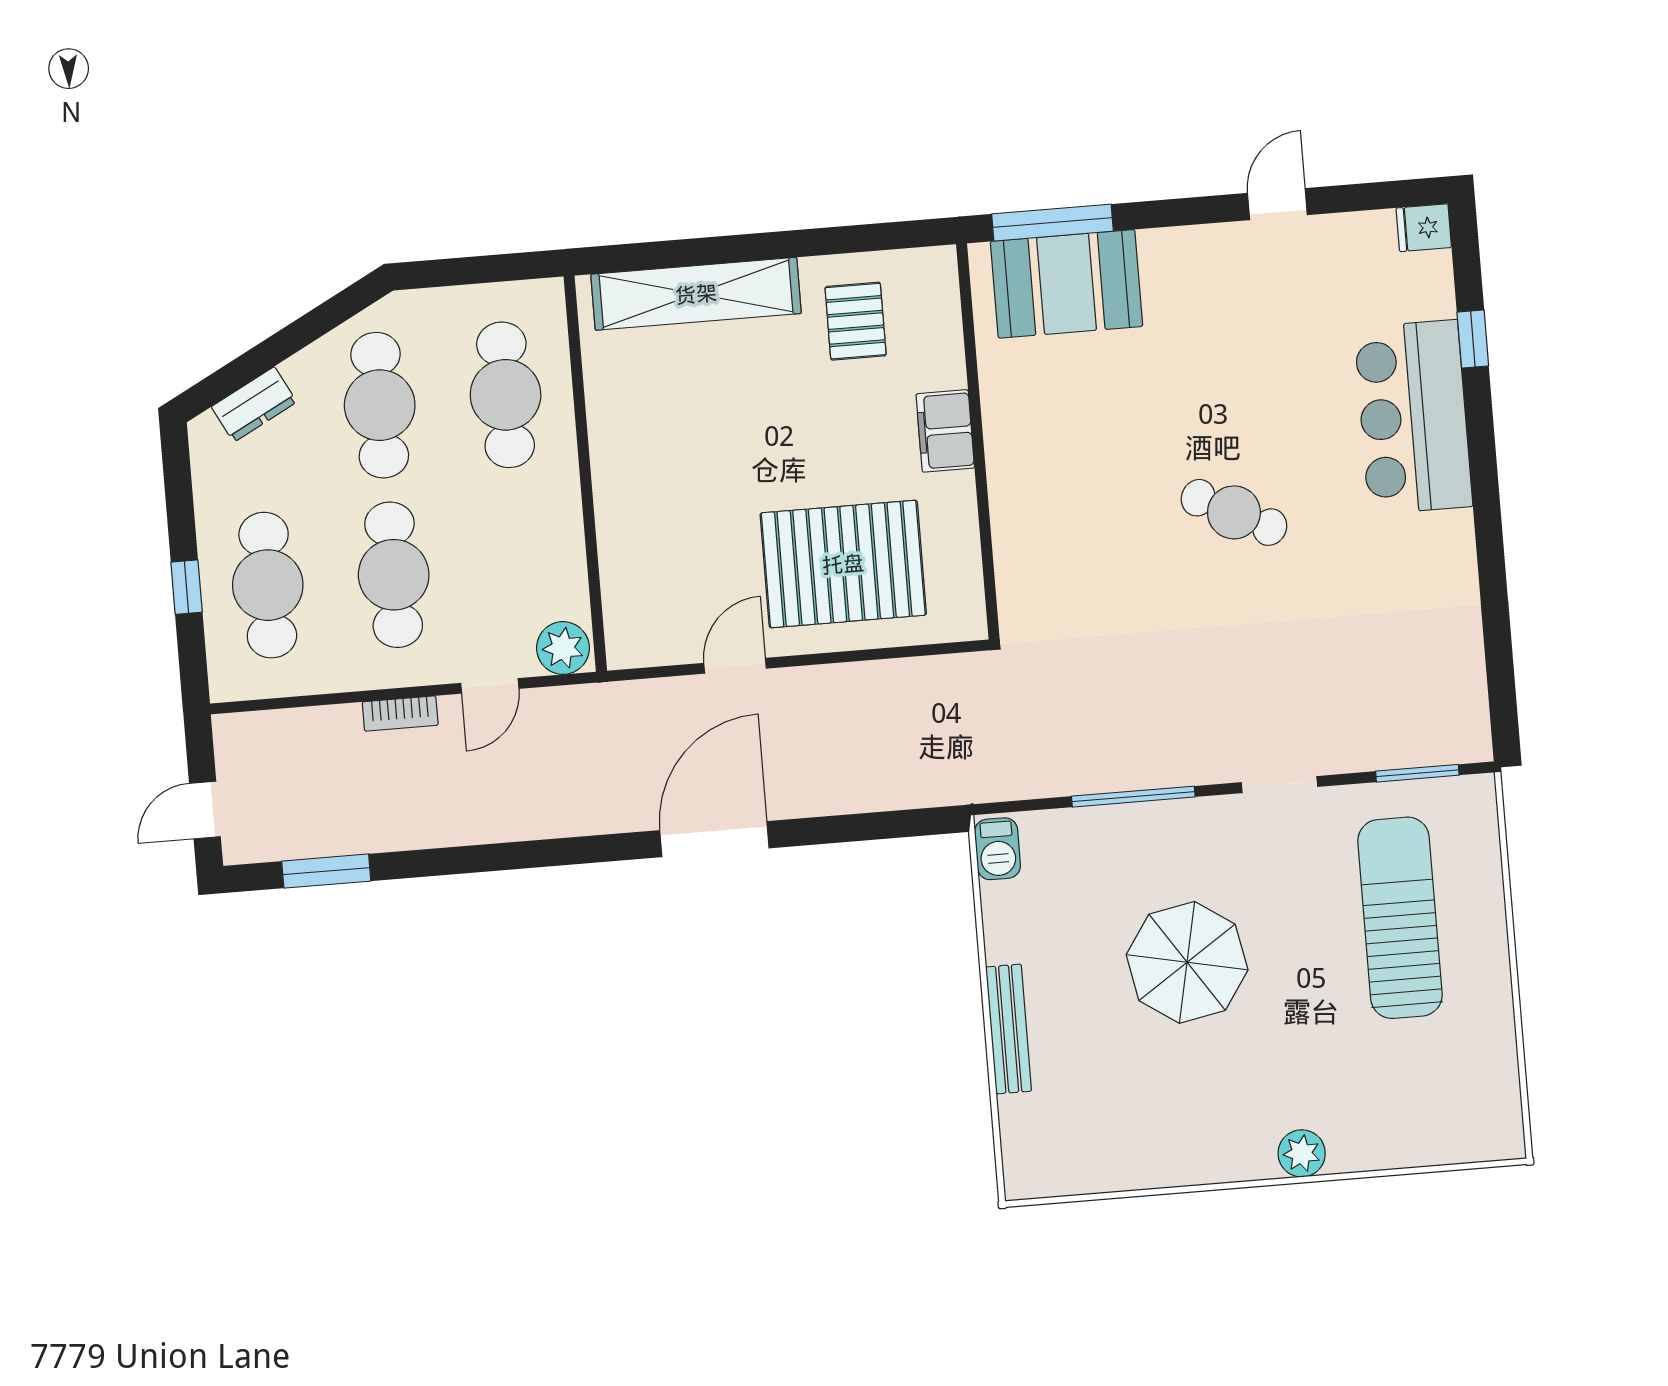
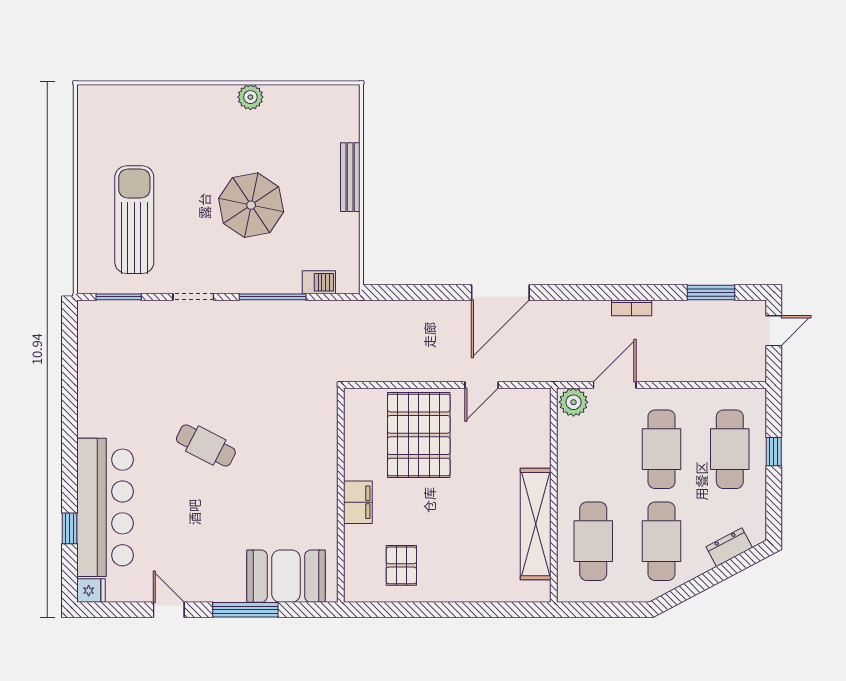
door: (1277, 204) -> (169, 610), swing flipped
window: (1053, 223) -> (245, 610), moved
shelving: (696, 294) -> (536, 524), moved, turned 90
bar counter: (1413, 417) -> (105, 507), width x1.36
pallet: (843, 564) -> (419, 435), turned 90
door: (490, 686) -> (615, 385), width x1.38
bookcase: (400, 714) -> (632, 308), moved, turned 180
barbecue: (998, 849) -> (319, 282), moved, turned 90
sun lounger: (1400, 918) -> (134, 220), turned 180
plant: (1302, 1153) -> (250, 97), moved

